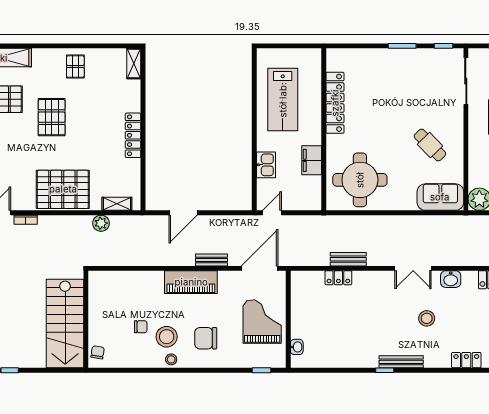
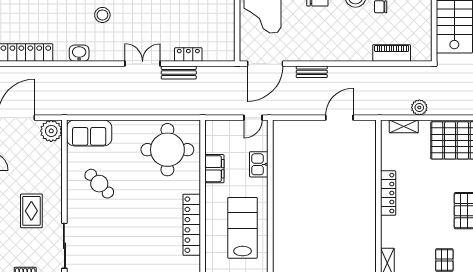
double door: (413, 268) -> (143, 64), moved
piano: (191, 282) -> (392, 53), moved, width x0.73, depth x0.75

